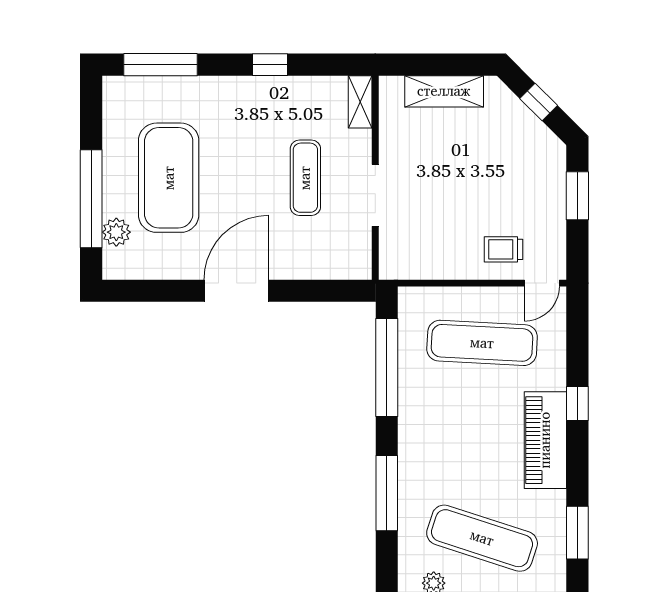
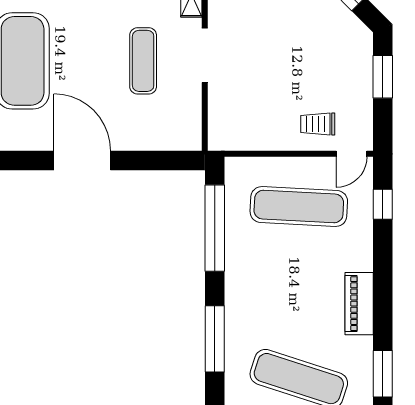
doorway: (375, 195) -> (205, 55), moved
door: (236, 291) -> (82, 161), hinge flipped
window: (577, 403) -> (383, 204), moved
piano: (545, 440) -> (359, 304), width x0.73, depth x0.75

